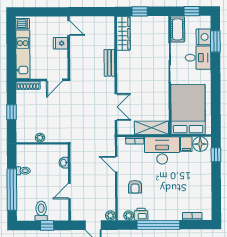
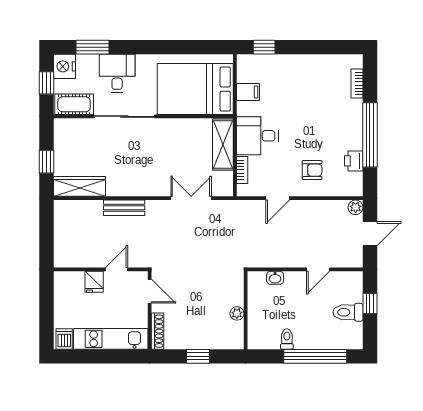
door: (69, 28) -> (117, 269), moved
nightstand: (203, 37) -> (65, 66), moved, turned -90
floor lamp: (200, 144) -> (248, 71), removed
desk: (162, 150) -> (257, 136), width x0.73
door: (69, 191) -> (318, 269), hinge flipped
plant: (129, 216) -> (356, 180), removed

